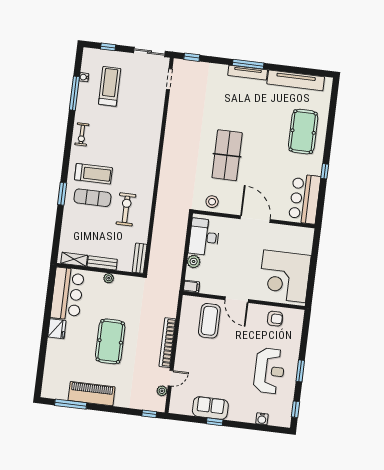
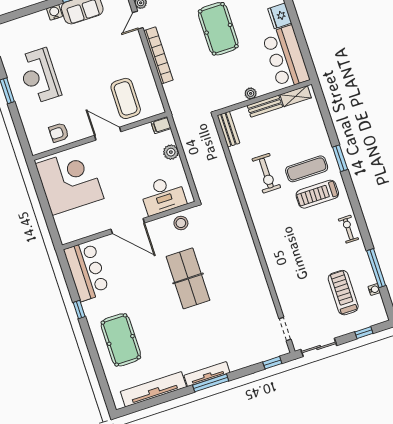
treadmill: (110, 86) -> (343, 293), turned 180
desk: (204, 237) -> (163, 195), moved, turned 90
water cooler: (262, 419) -> (54, 12), moved

